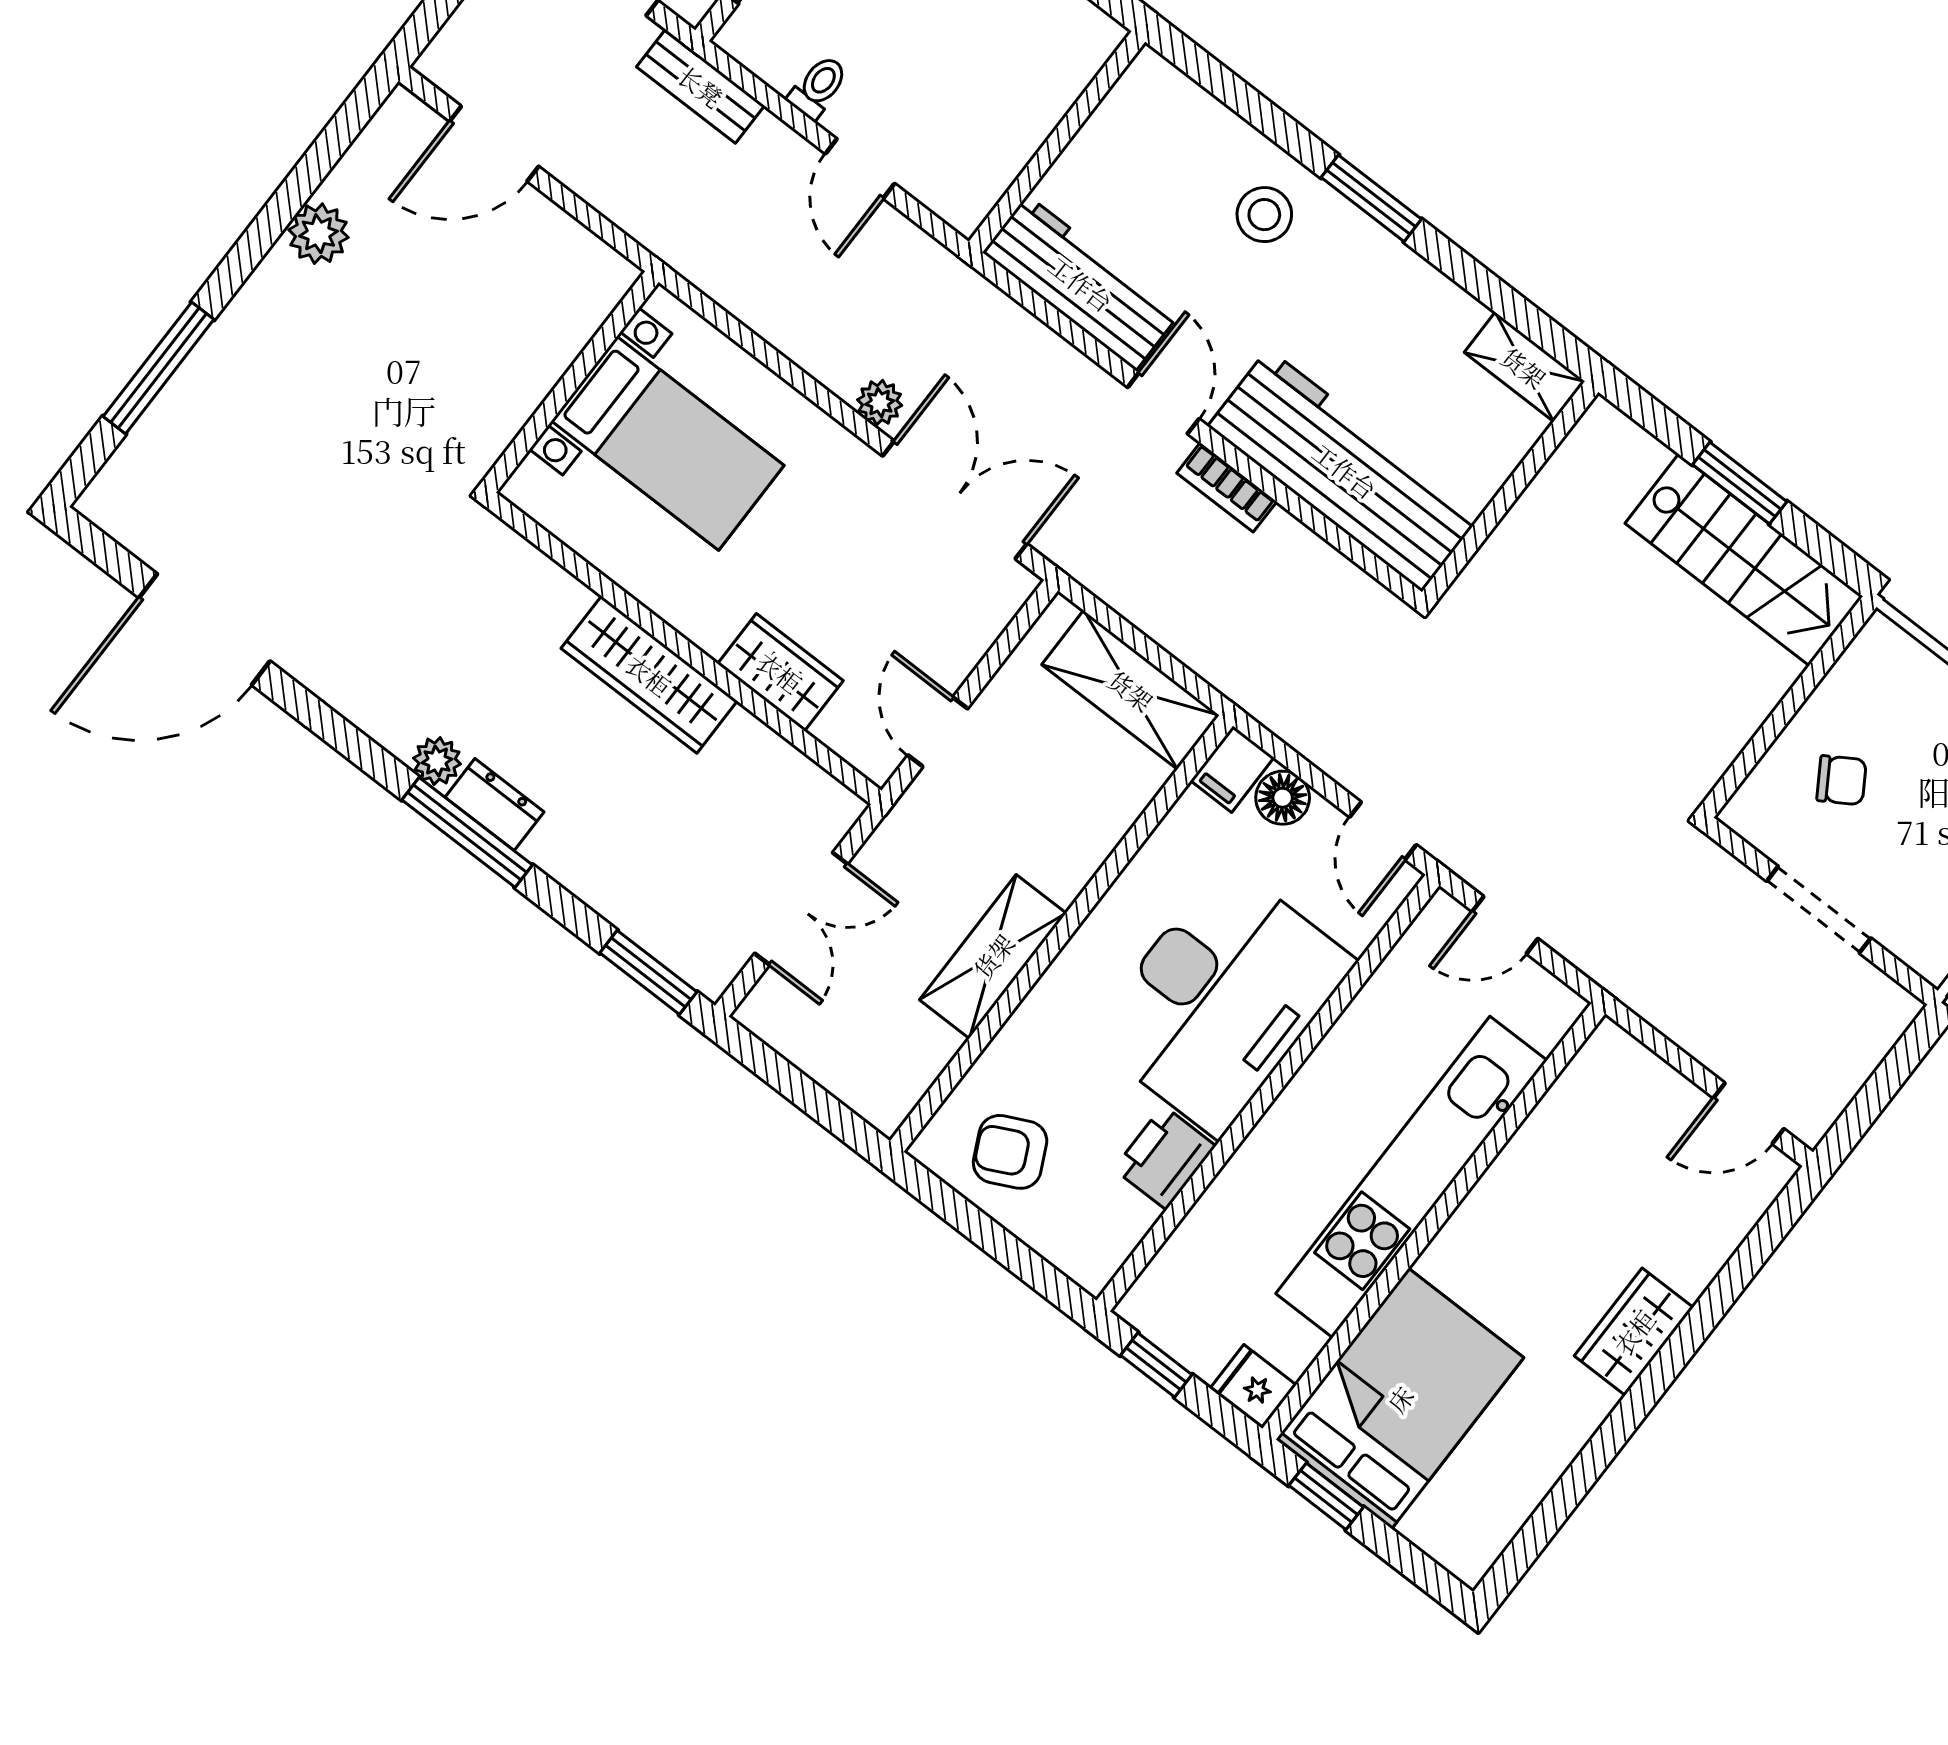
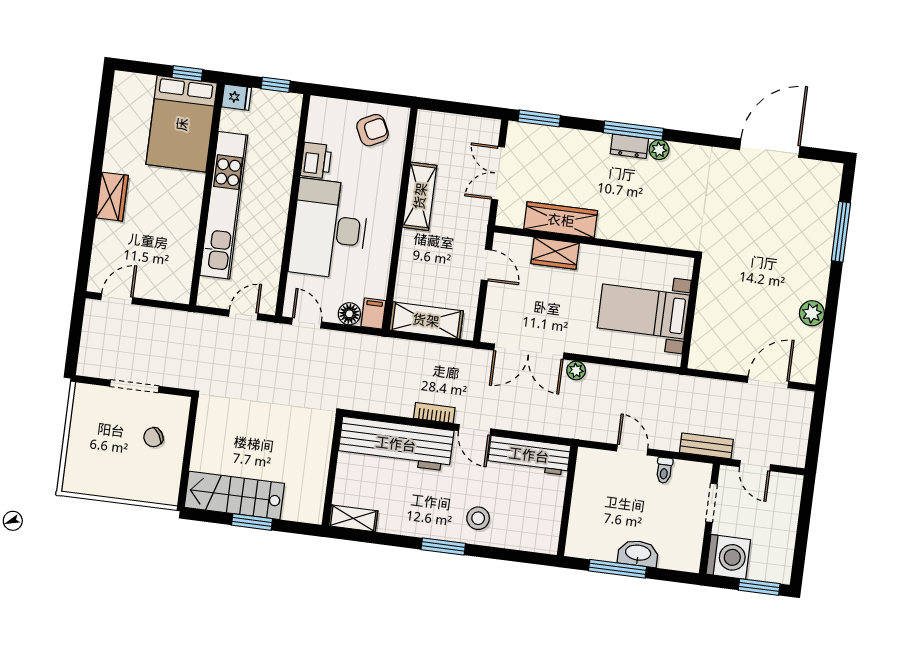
wardrobe: (649, 675) -> (561, 220), moved

